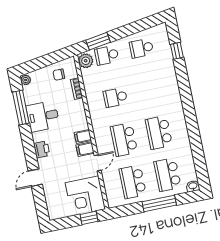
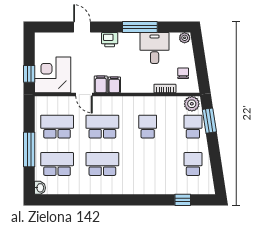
window: (21, 108) -> (140, 27), moved
desk: (43, 116) -> (155, 48), moved

